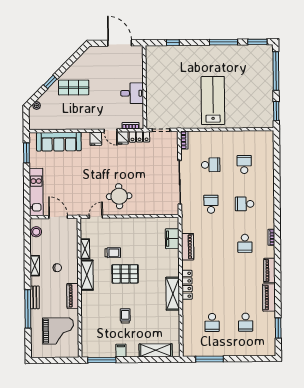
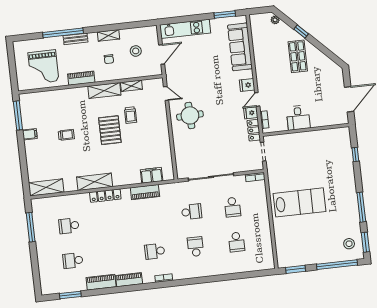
stool: (257, 57) -> (349, 244), added
school desk: (244, 164) -> (236, 242), turned 90
stool: (36, 232) -> (136, 51), moved
shelving: (156, 350) -> (46, 187), moved, turned 90

